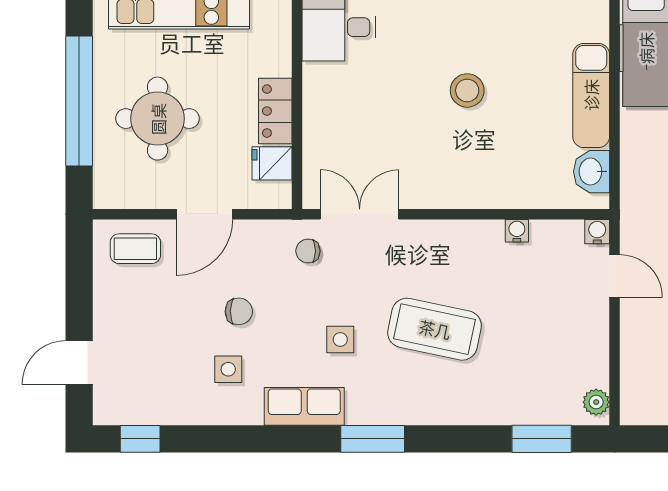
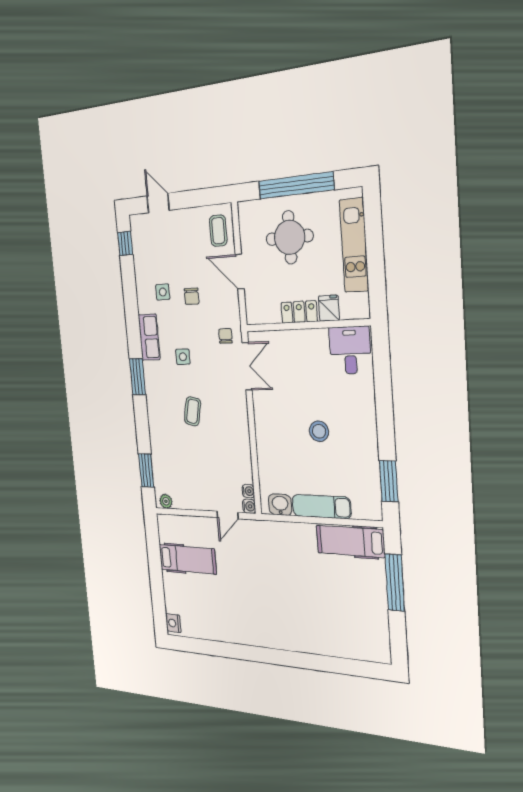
fridge: (272, 163) -> (329, 308), moved
water cooler: (517, 231) -> (248, 491), moved
coffee table: (435, 329) -> (193, 411), width x0.54, depth x0.58

